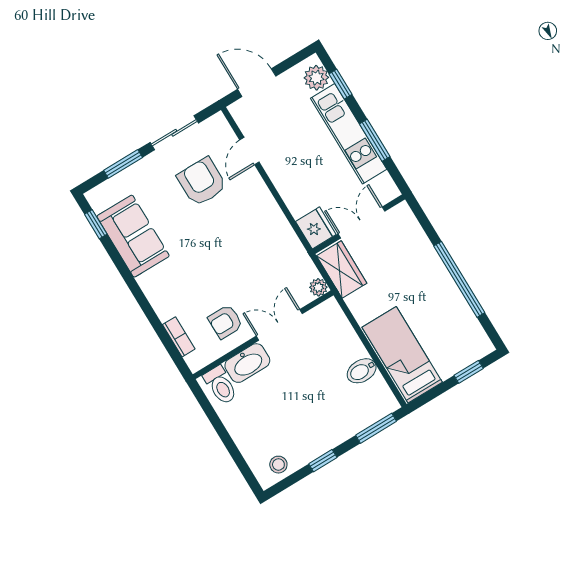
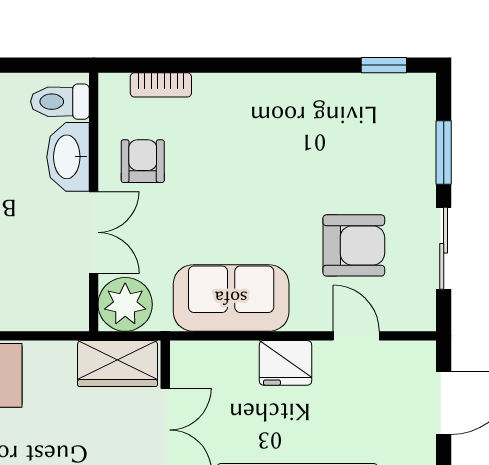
fridge: (316, 228) -> (286, 363), moved
sofa: (133, 236) -> (231, 298), moved, turned 180
plant: (318, 287) -> (125, 304), width x1.87, depth x1.87

